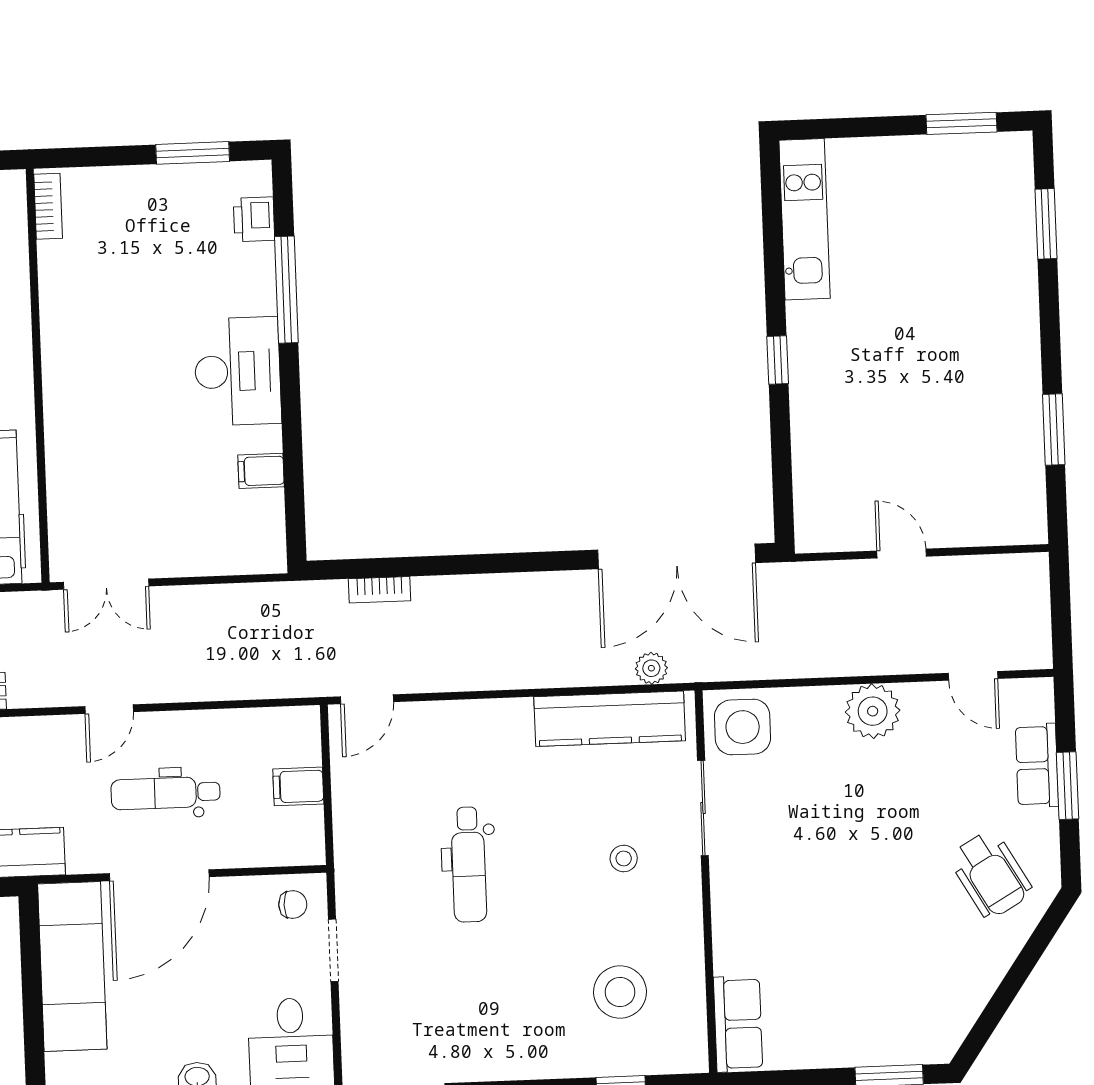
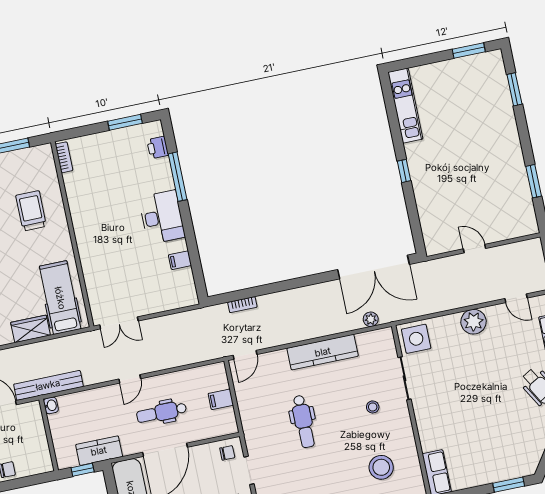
kitchen counter: (610, 719) -> (323, 352), moved

